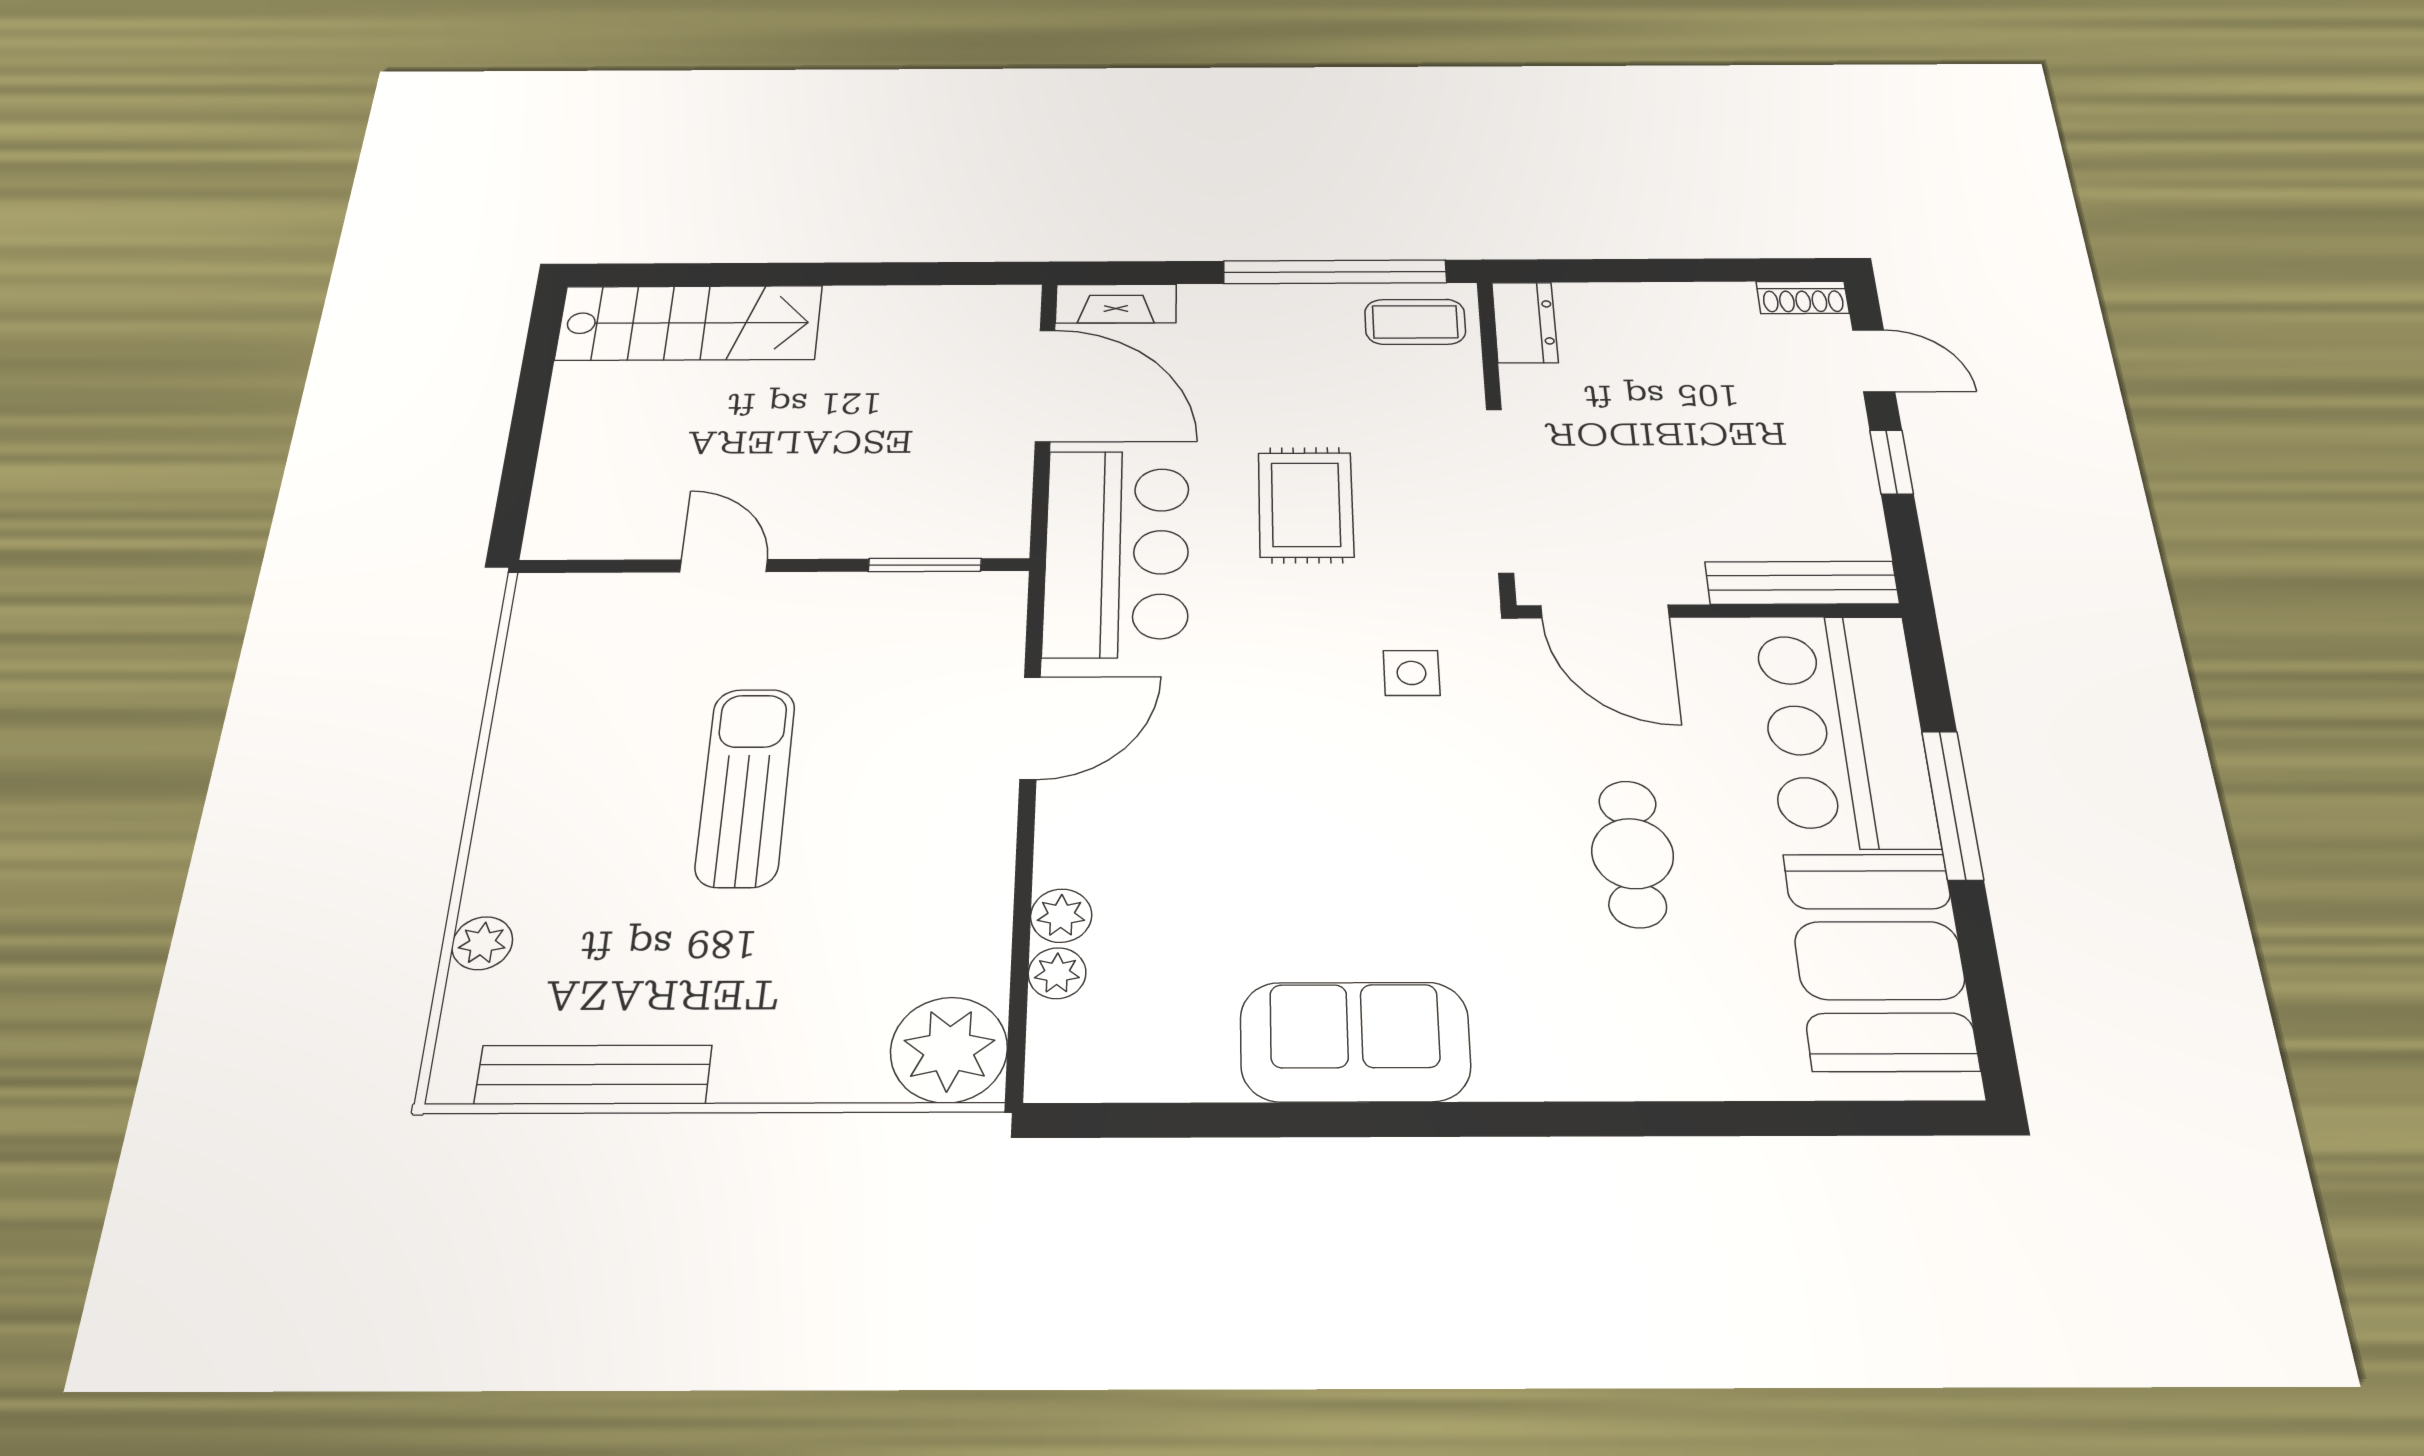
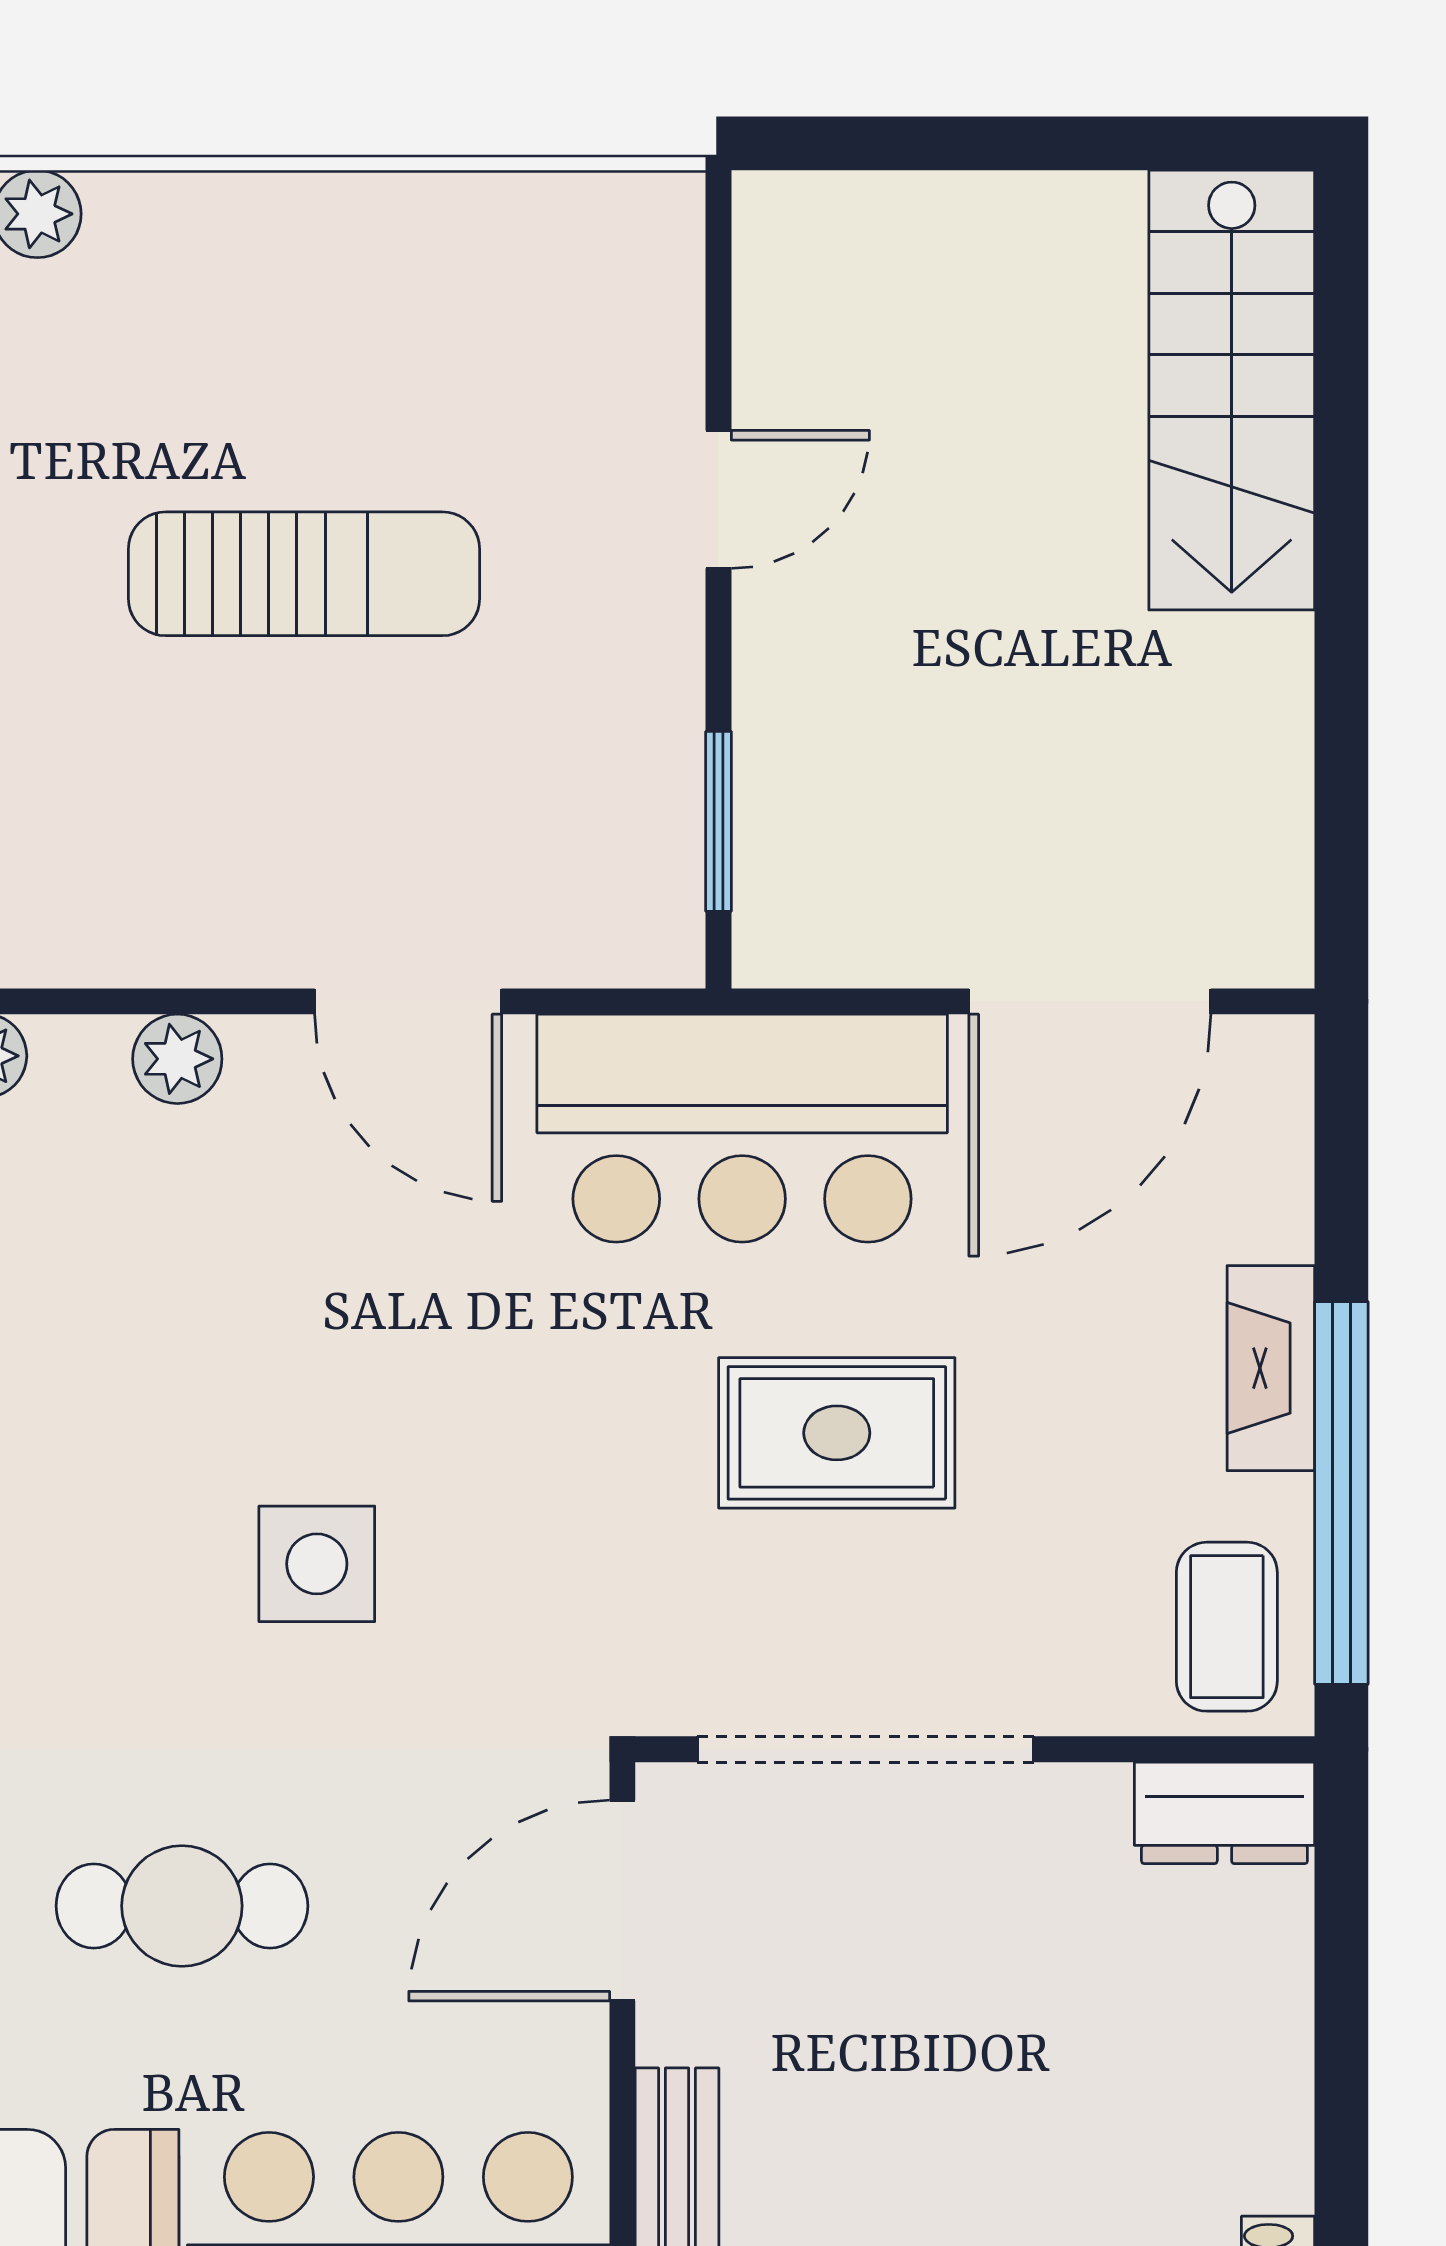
fireplace: (1116, 304) -> (1271, 1368), moved
side table: (1412, 673) -> (317, 1564), moved, width x1.37, depth x1.37
plant: (1061, 916) -> (177, 1059), moved

